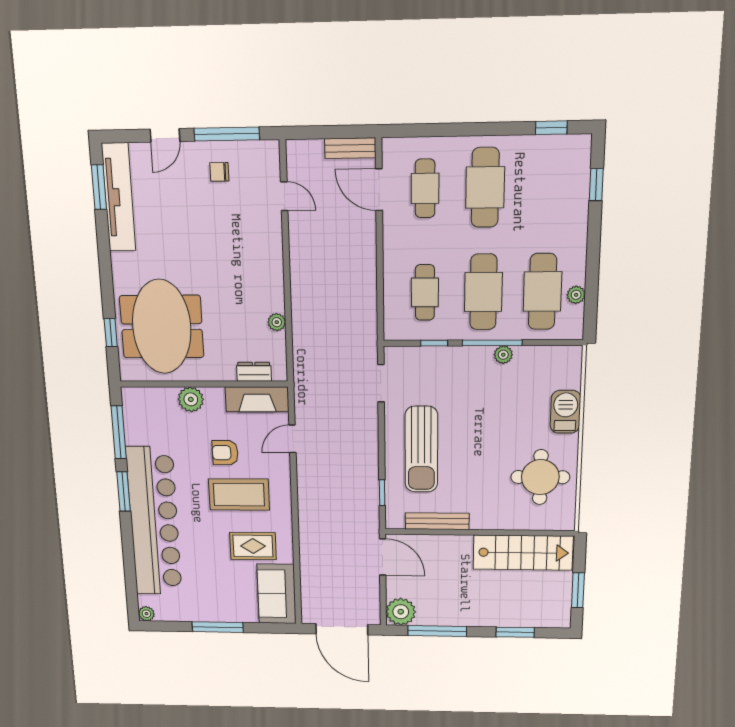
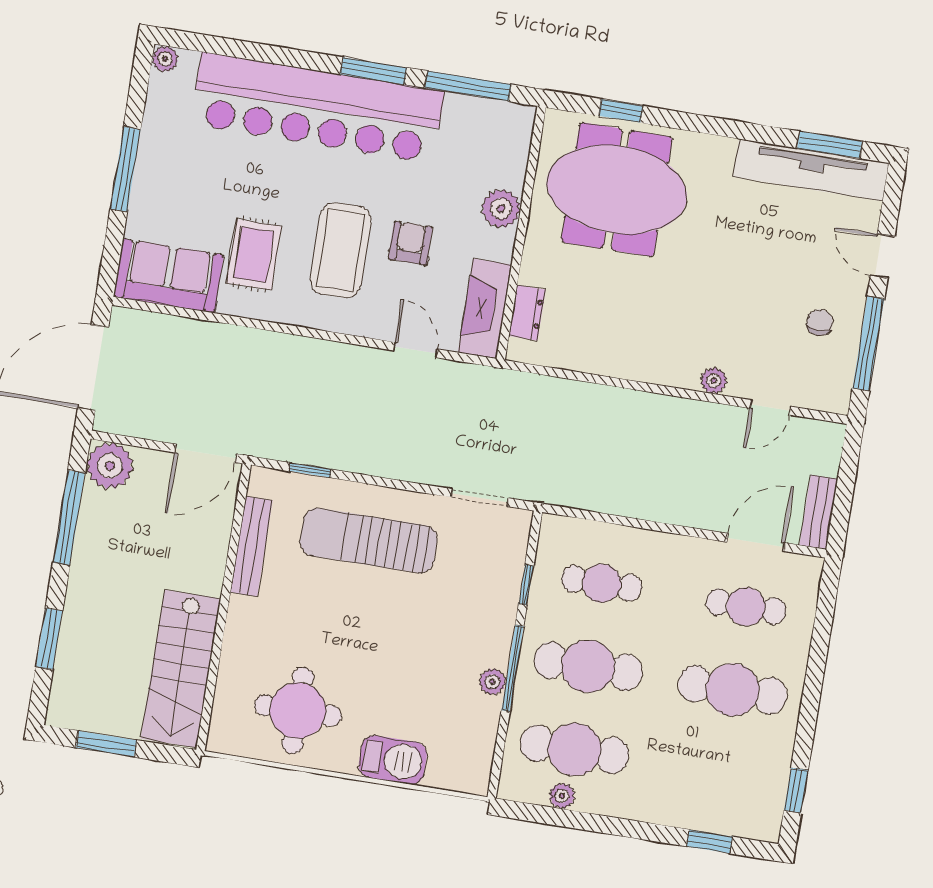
plant: (277, 322) -> (714, 381), moved

